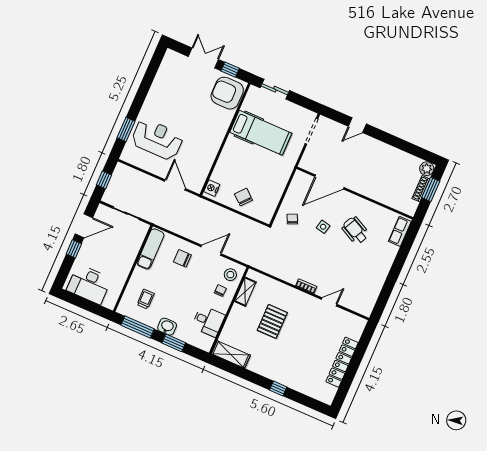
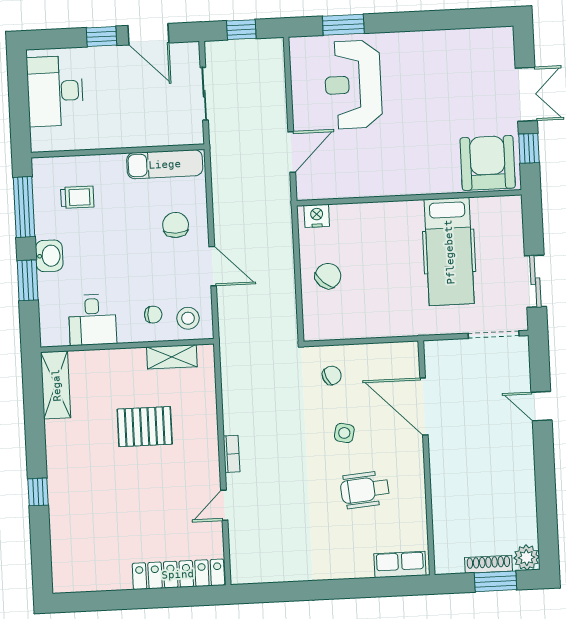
sliding door: (275, 89) -> (535, 281), moved
reception desk: (157, 139) -> (353, 85), turned 180
wheelchair: (355, 230) -> (365, 490), turned -122
door: (329, 302) -> (224, 505), swing flipped
locker: (342, 362) -> (178, 574), moved

